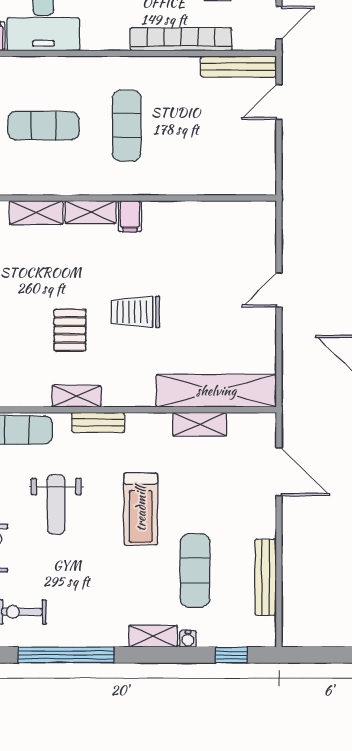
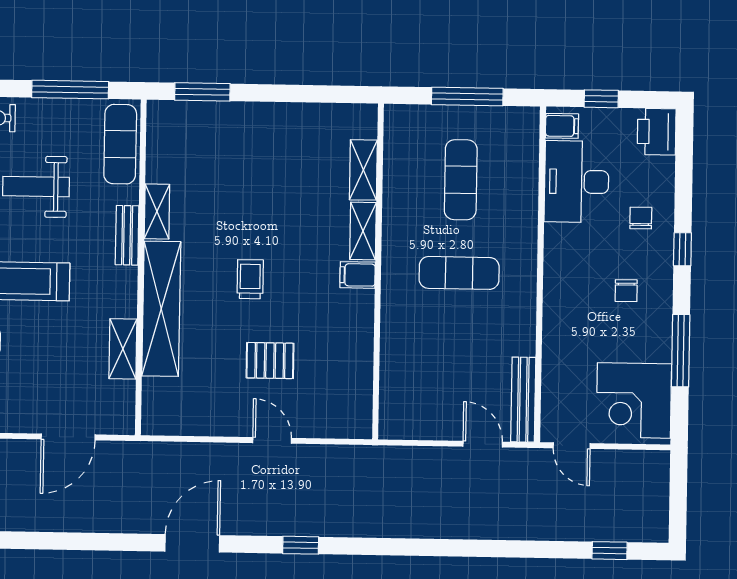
bookcase: (181, 39) -> (555, 336), removed
trolley: (135, 312) -> (250, 279), width x0.73, depth x0.72
pallet: (70, 330) -> (270, 361), moved
shelving: (216, 391) -> (161, 309), moved

